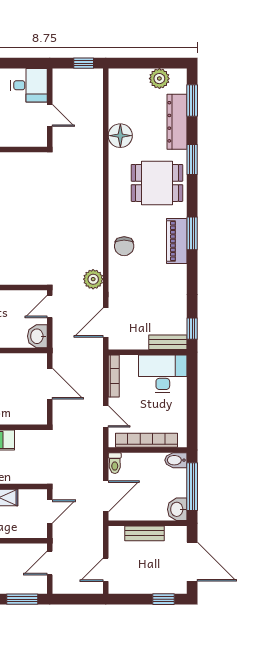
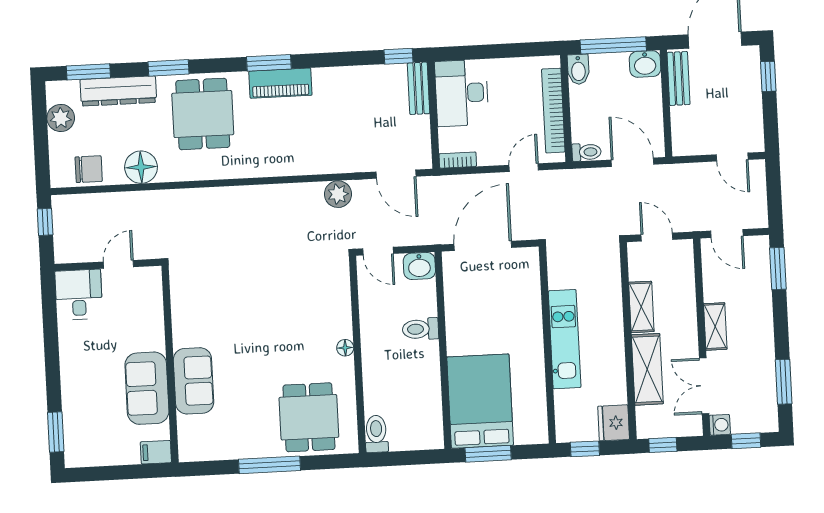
chair: (124, 246) -> (89, 169), moved
bookcase: (114, 376) -> (458, 160), width x0.64
door: (50, 384) -> (483, 246), width x1.36
bench: (144, 533) -> (679, 78), moved

